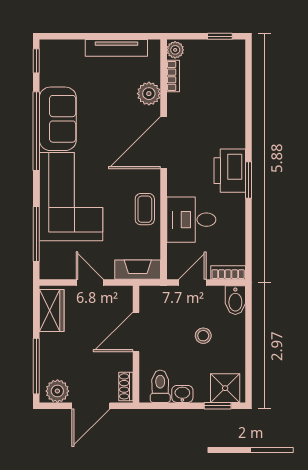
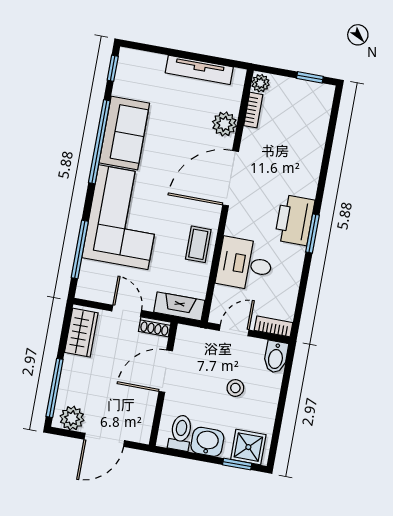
shoe rack: (126, 386) -> (155, 327), moved, turned -90
washbasin: (182, 394) -> (207, 442), width x1.38, depth x1.45

